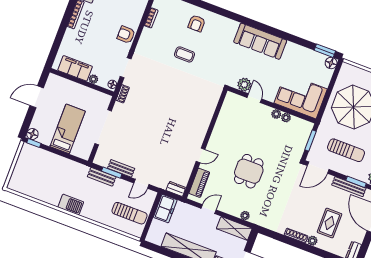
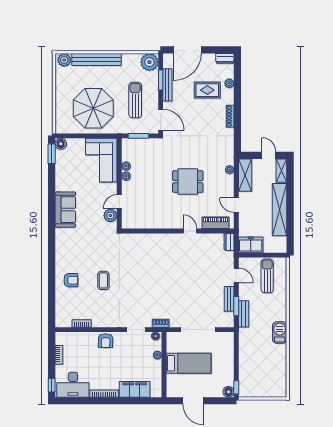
sofa: (260, 41) -> (65, 210), width x0.73
filing cabinet: (75, 68) -> (135, 389), moved, turned 90
bed: (68, 129) -> (189, 363), moved, turned 180
plant: (312, 241) -> (229, 83), moved

